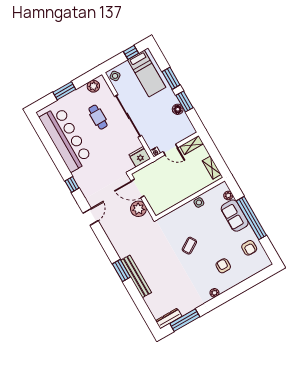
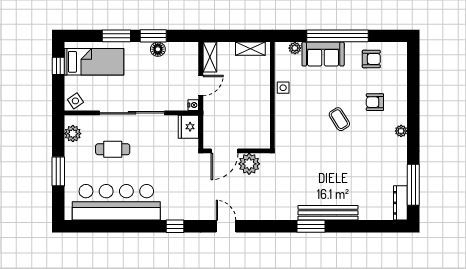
coffee table: (189, 246) -> (339, 119), moved

